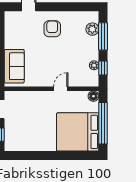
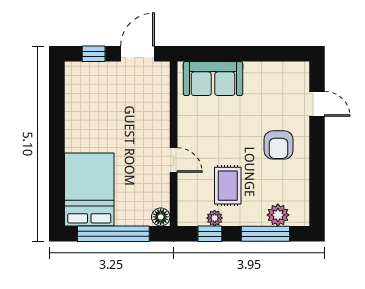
armchair: (52, 29) -> (279, 145), turned 90
rug: (75, 58) -> (228, 186), added
bed: (78, 132) -> (89, 189), width x0.73

